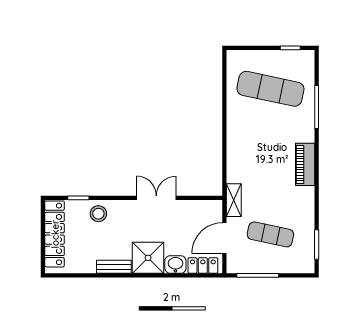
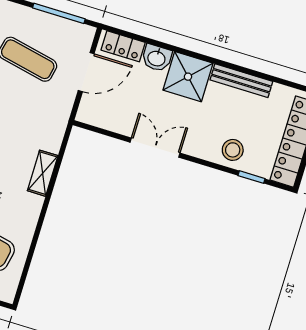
double door: (156, 198) -> (155, 148), swing flipped
shelving: (234, 200) -> (43, 173), moved
bench: (114, 267) -> (241, 81), width x1.36

